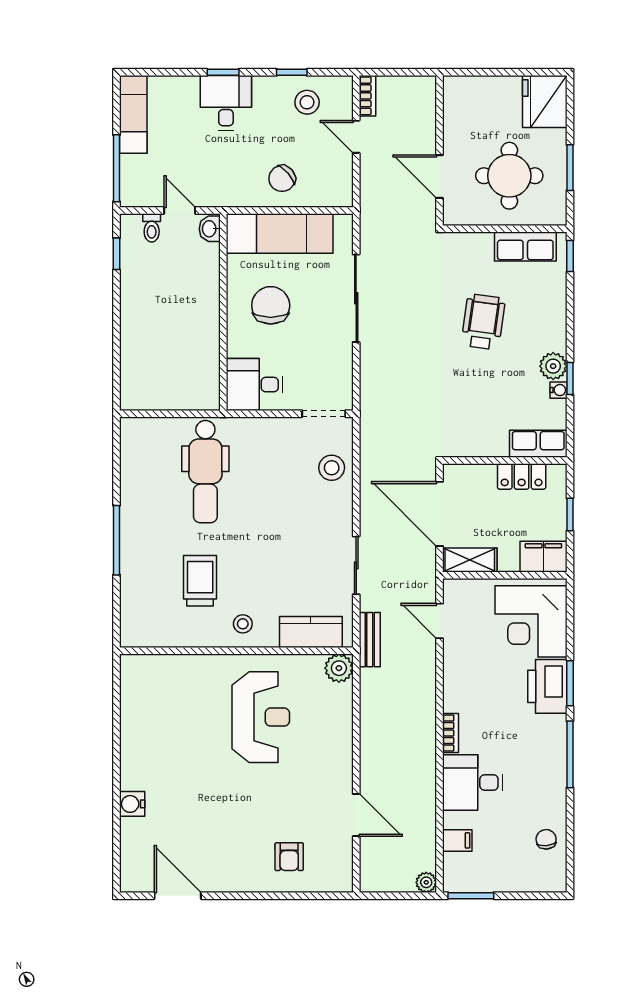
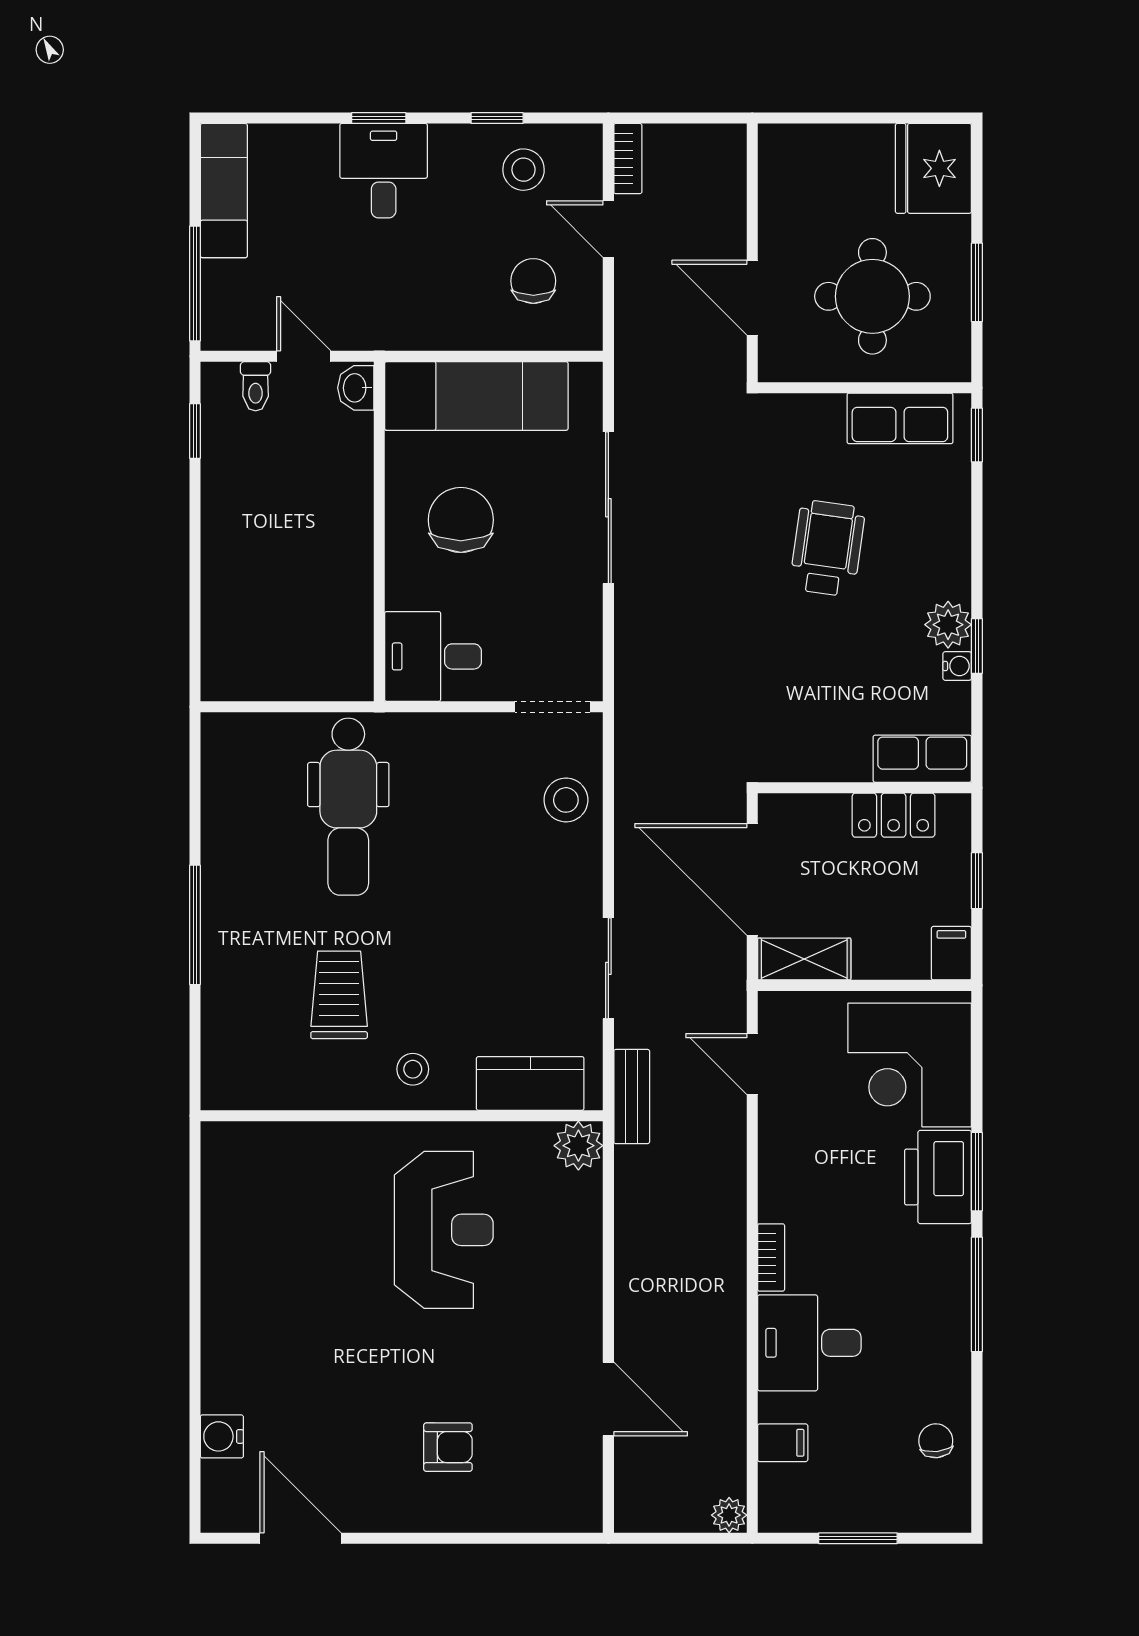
chair: (282, 178) -> (533, 281), moved, turned 131
filing cabinet: (543, 557) -> (951, 953), width x0.50
water cooler: (132, 804) -> (222, 1436), moved
armchair: (289, 857) -> (448, 1447), moved, turned -90
window: (471, 896) -> (858, 1538), moved

